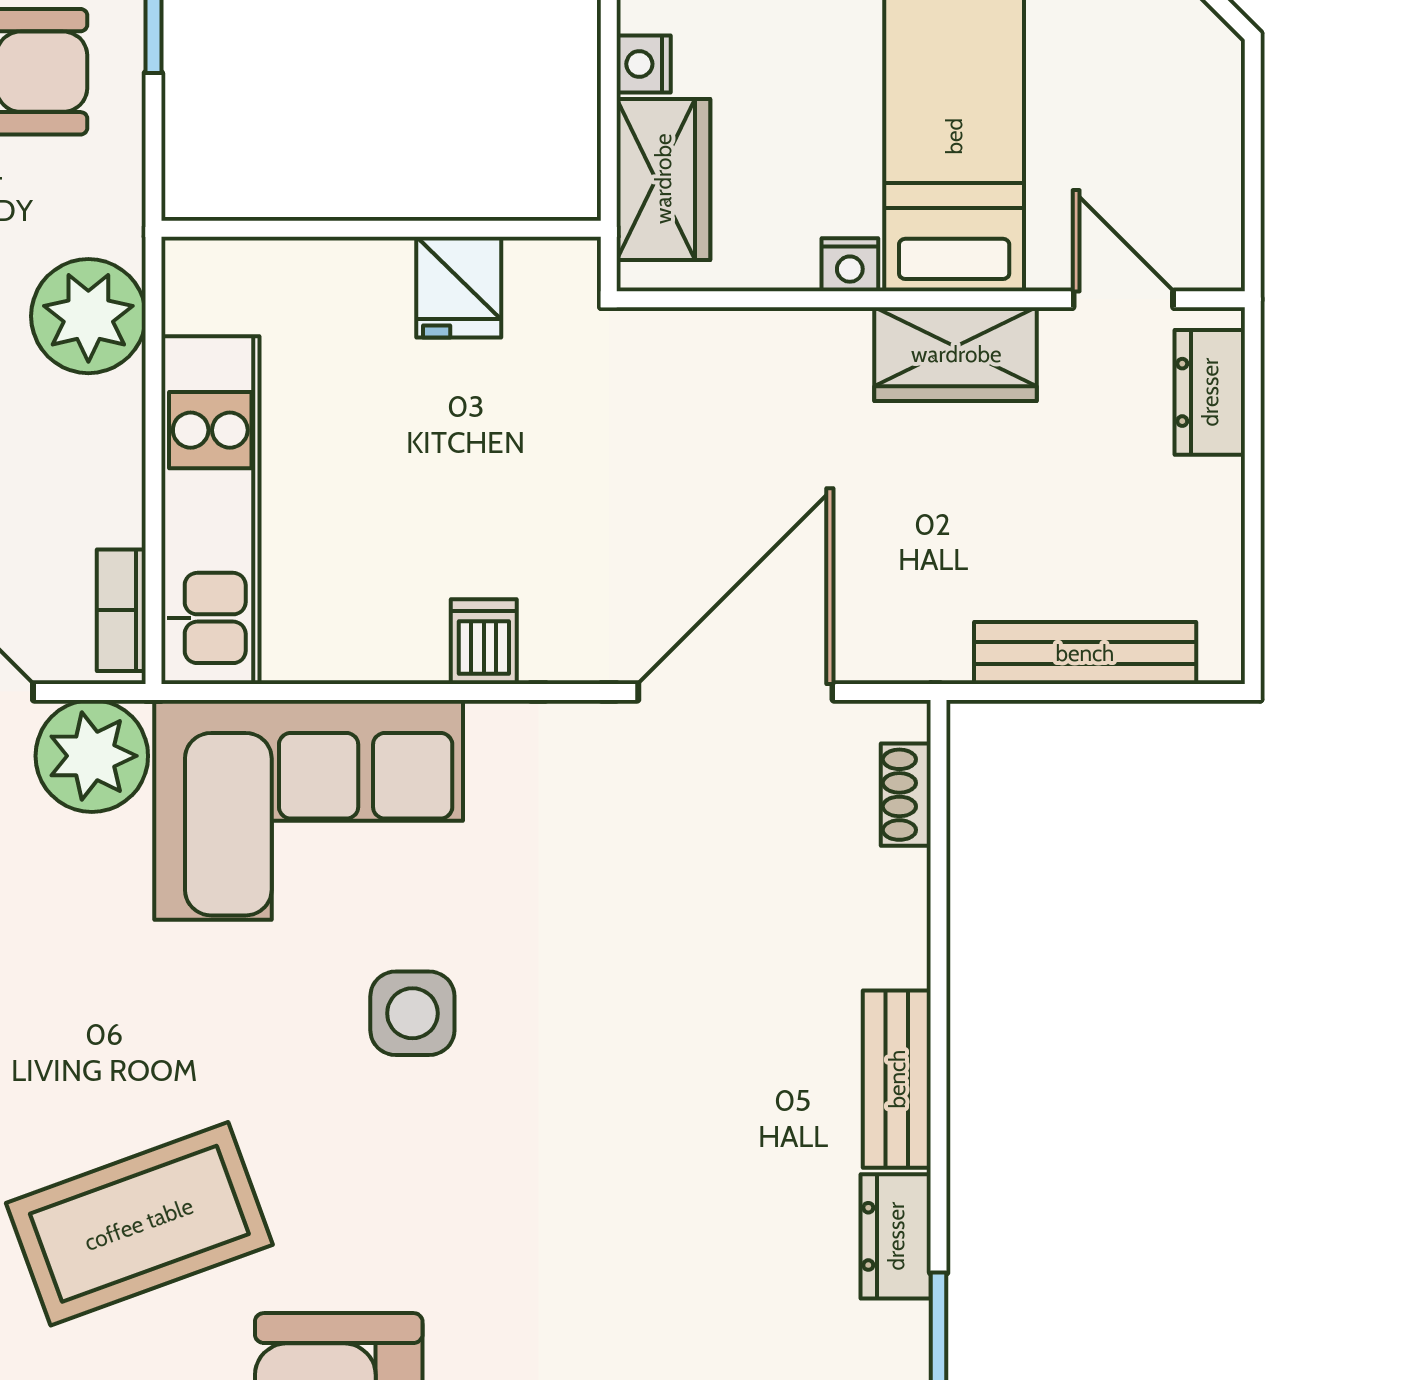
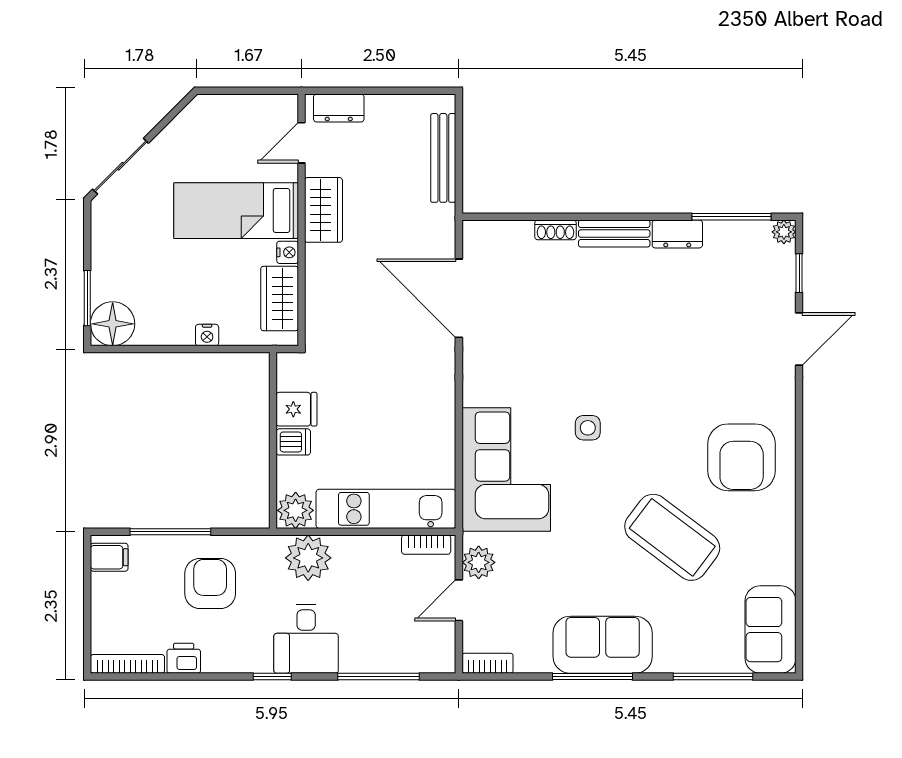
wardrobe: (663, 179) -> (280, 298), moved, turned -90
plant: (207, 285) -> (296, 510), added
dishwasher: (484, 642) -> (293, 442), moved, turned 180
plant: (92, 756) -> (479, 562), width x0.73, depth x0.73
shoe rack: (906, 795) -> (556, 230), moved
side table: (412, 1013) -> (588, 428), width x0.73, depth x0.73
coffee table: (139, 1224) -> (672, 537), turned -33

